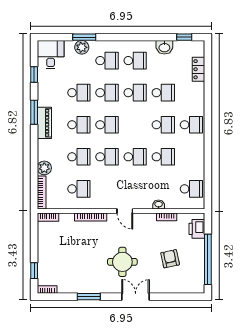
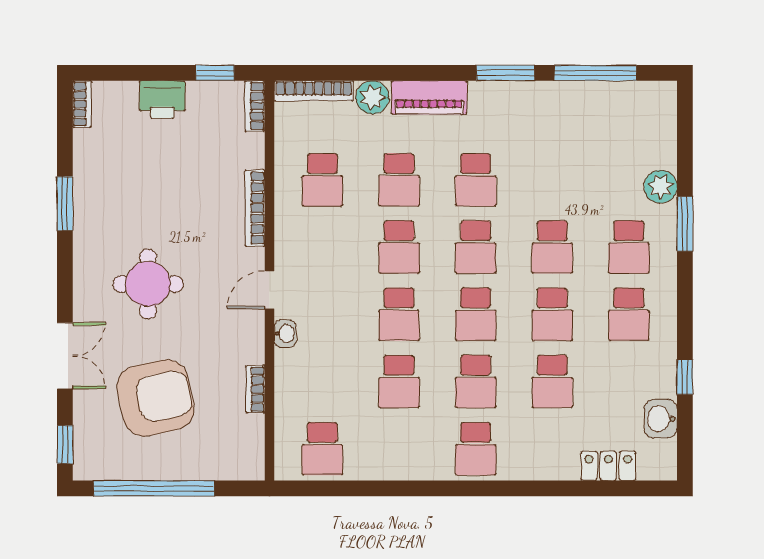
window: (84, 37) -> (685, 224), moved
window: (184, 37) -> (685, 377), moved
washbasin: (164, 47) -> (661, 419), moved
desk: (51, 55) -> (643, 112), removed
window: (34, 75) -> (596, 73), width x2.17
school desk: (79, 93) -> (476, 314), moved
piano: (44, 123) -> (429, 98), moved
washbasin: (159, 204) -> (285, 334), moved
printer: (197, 229) -> (162, 99), moved, turned 180
armchair: (170, 259) -> (156, 398), width x1.88, depth x1.88
window: (34, 271) -> (215, 73), moved
double door: (136, 297) -> (65, 356), moved
window: (190, 297) -> (65, 444), added

